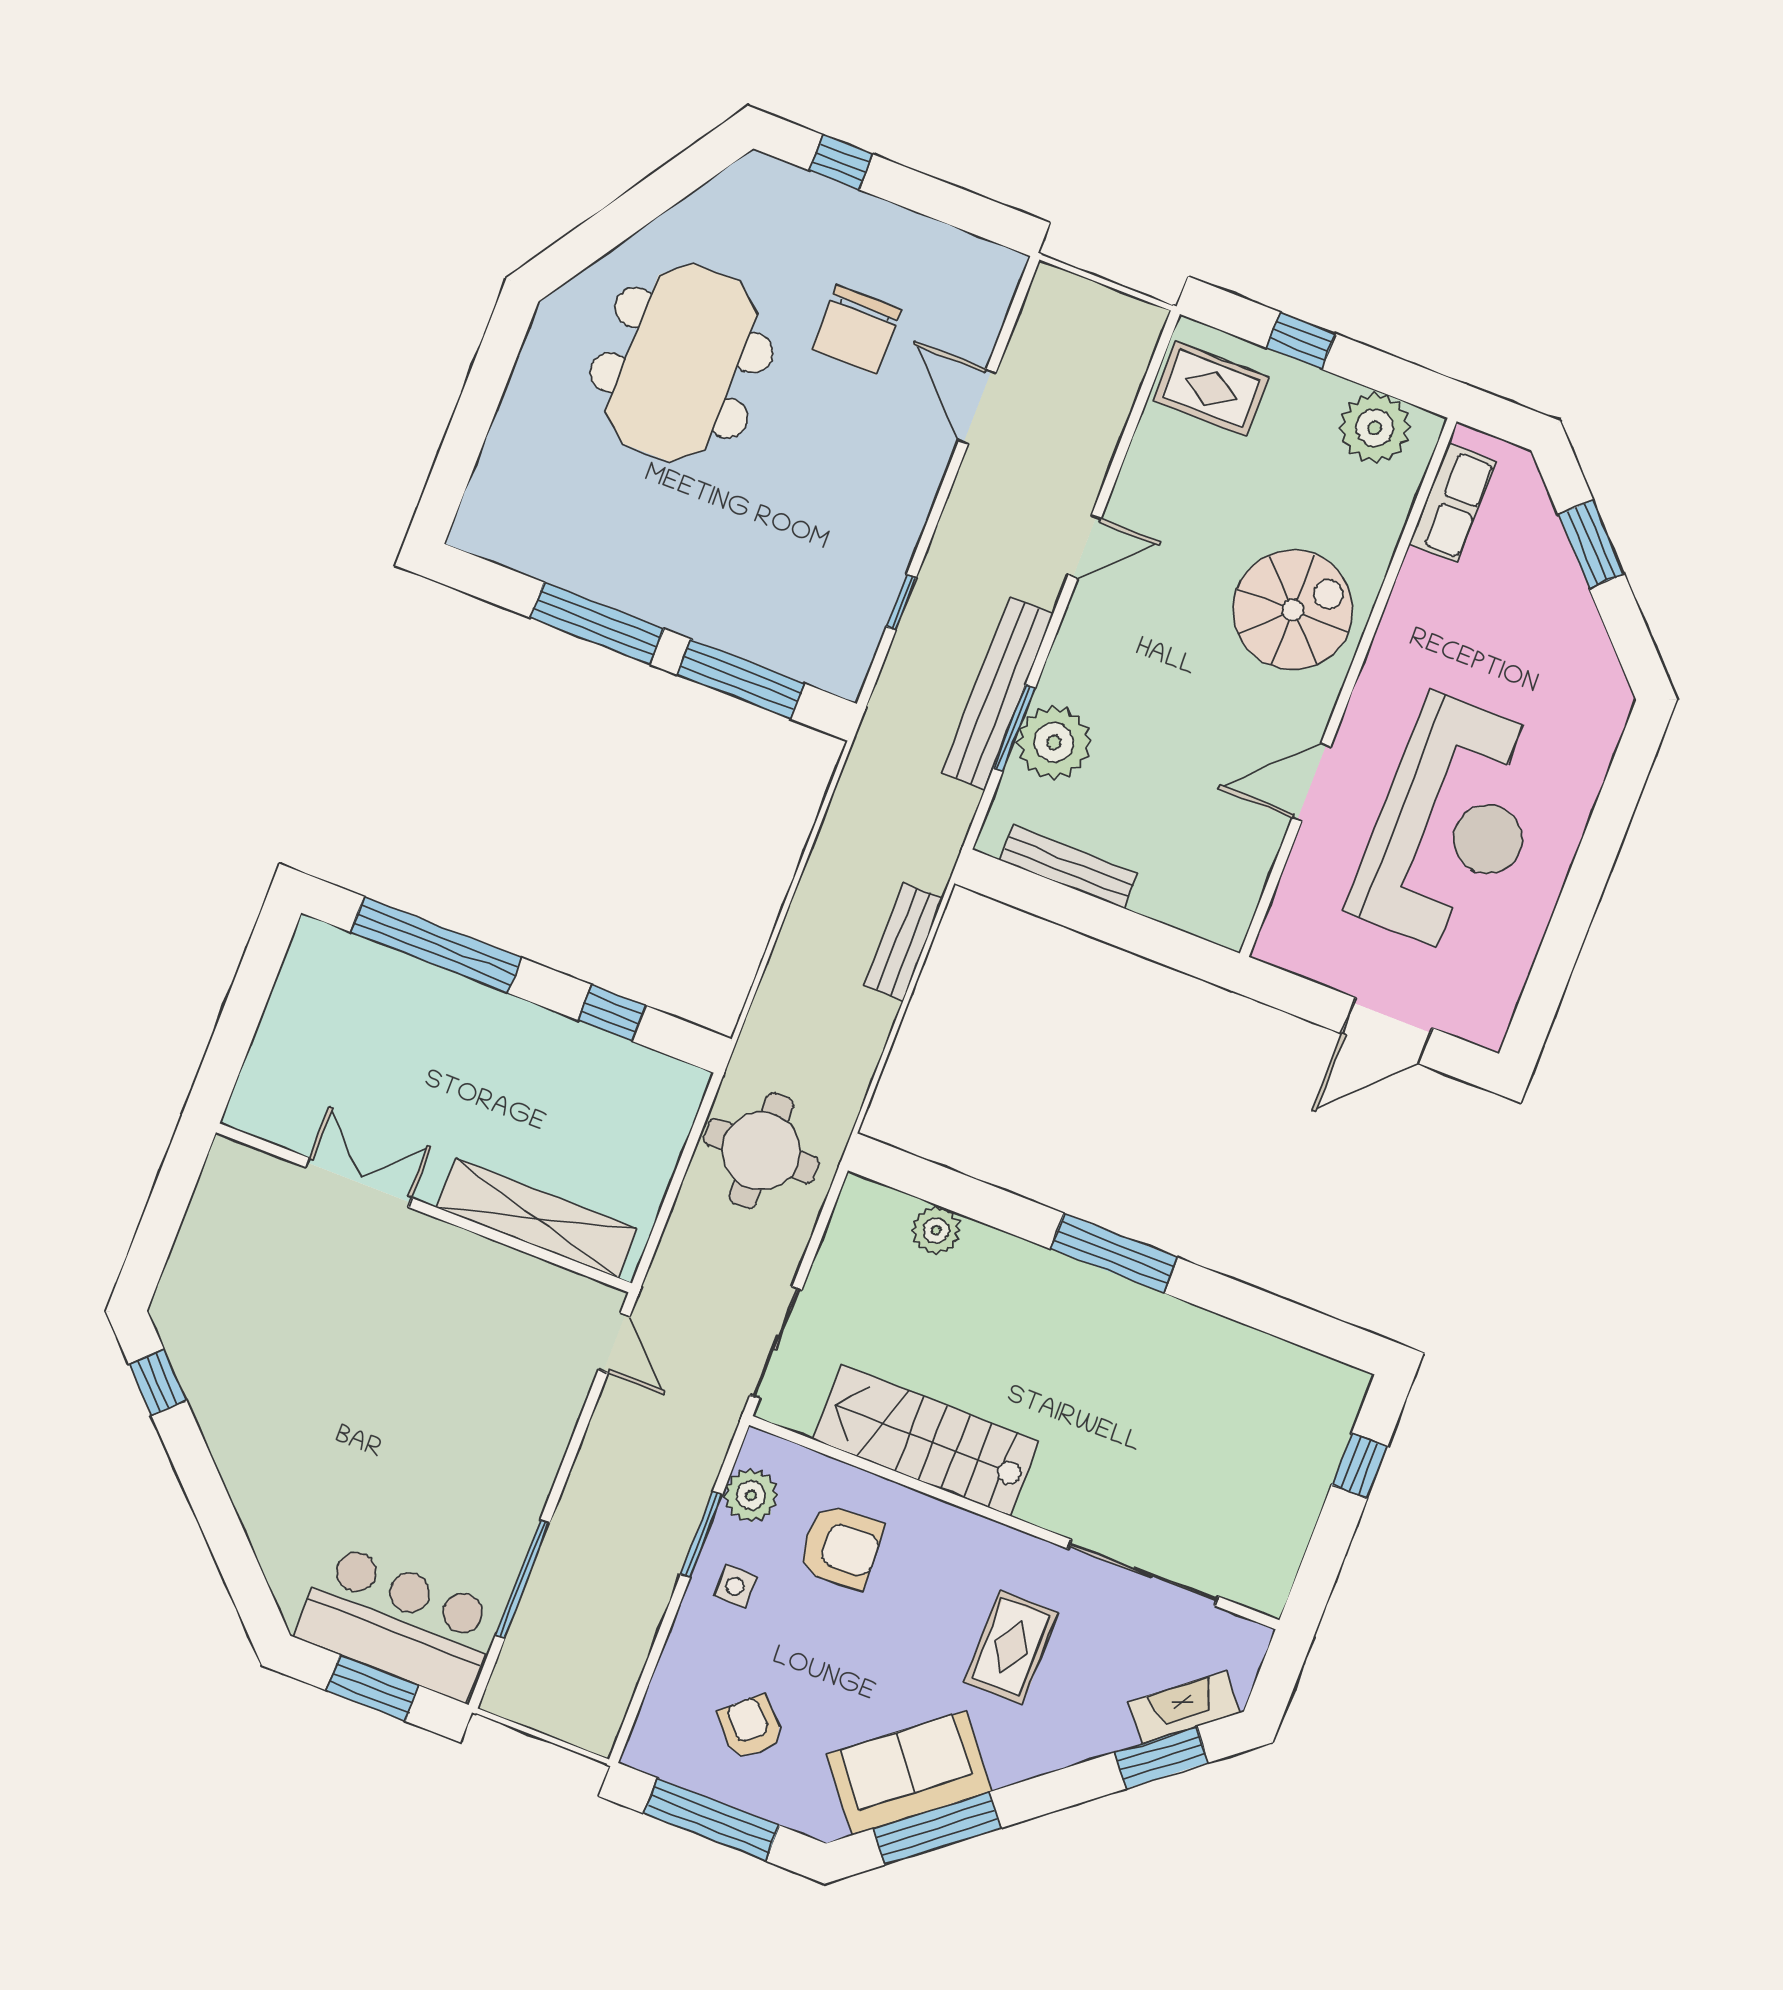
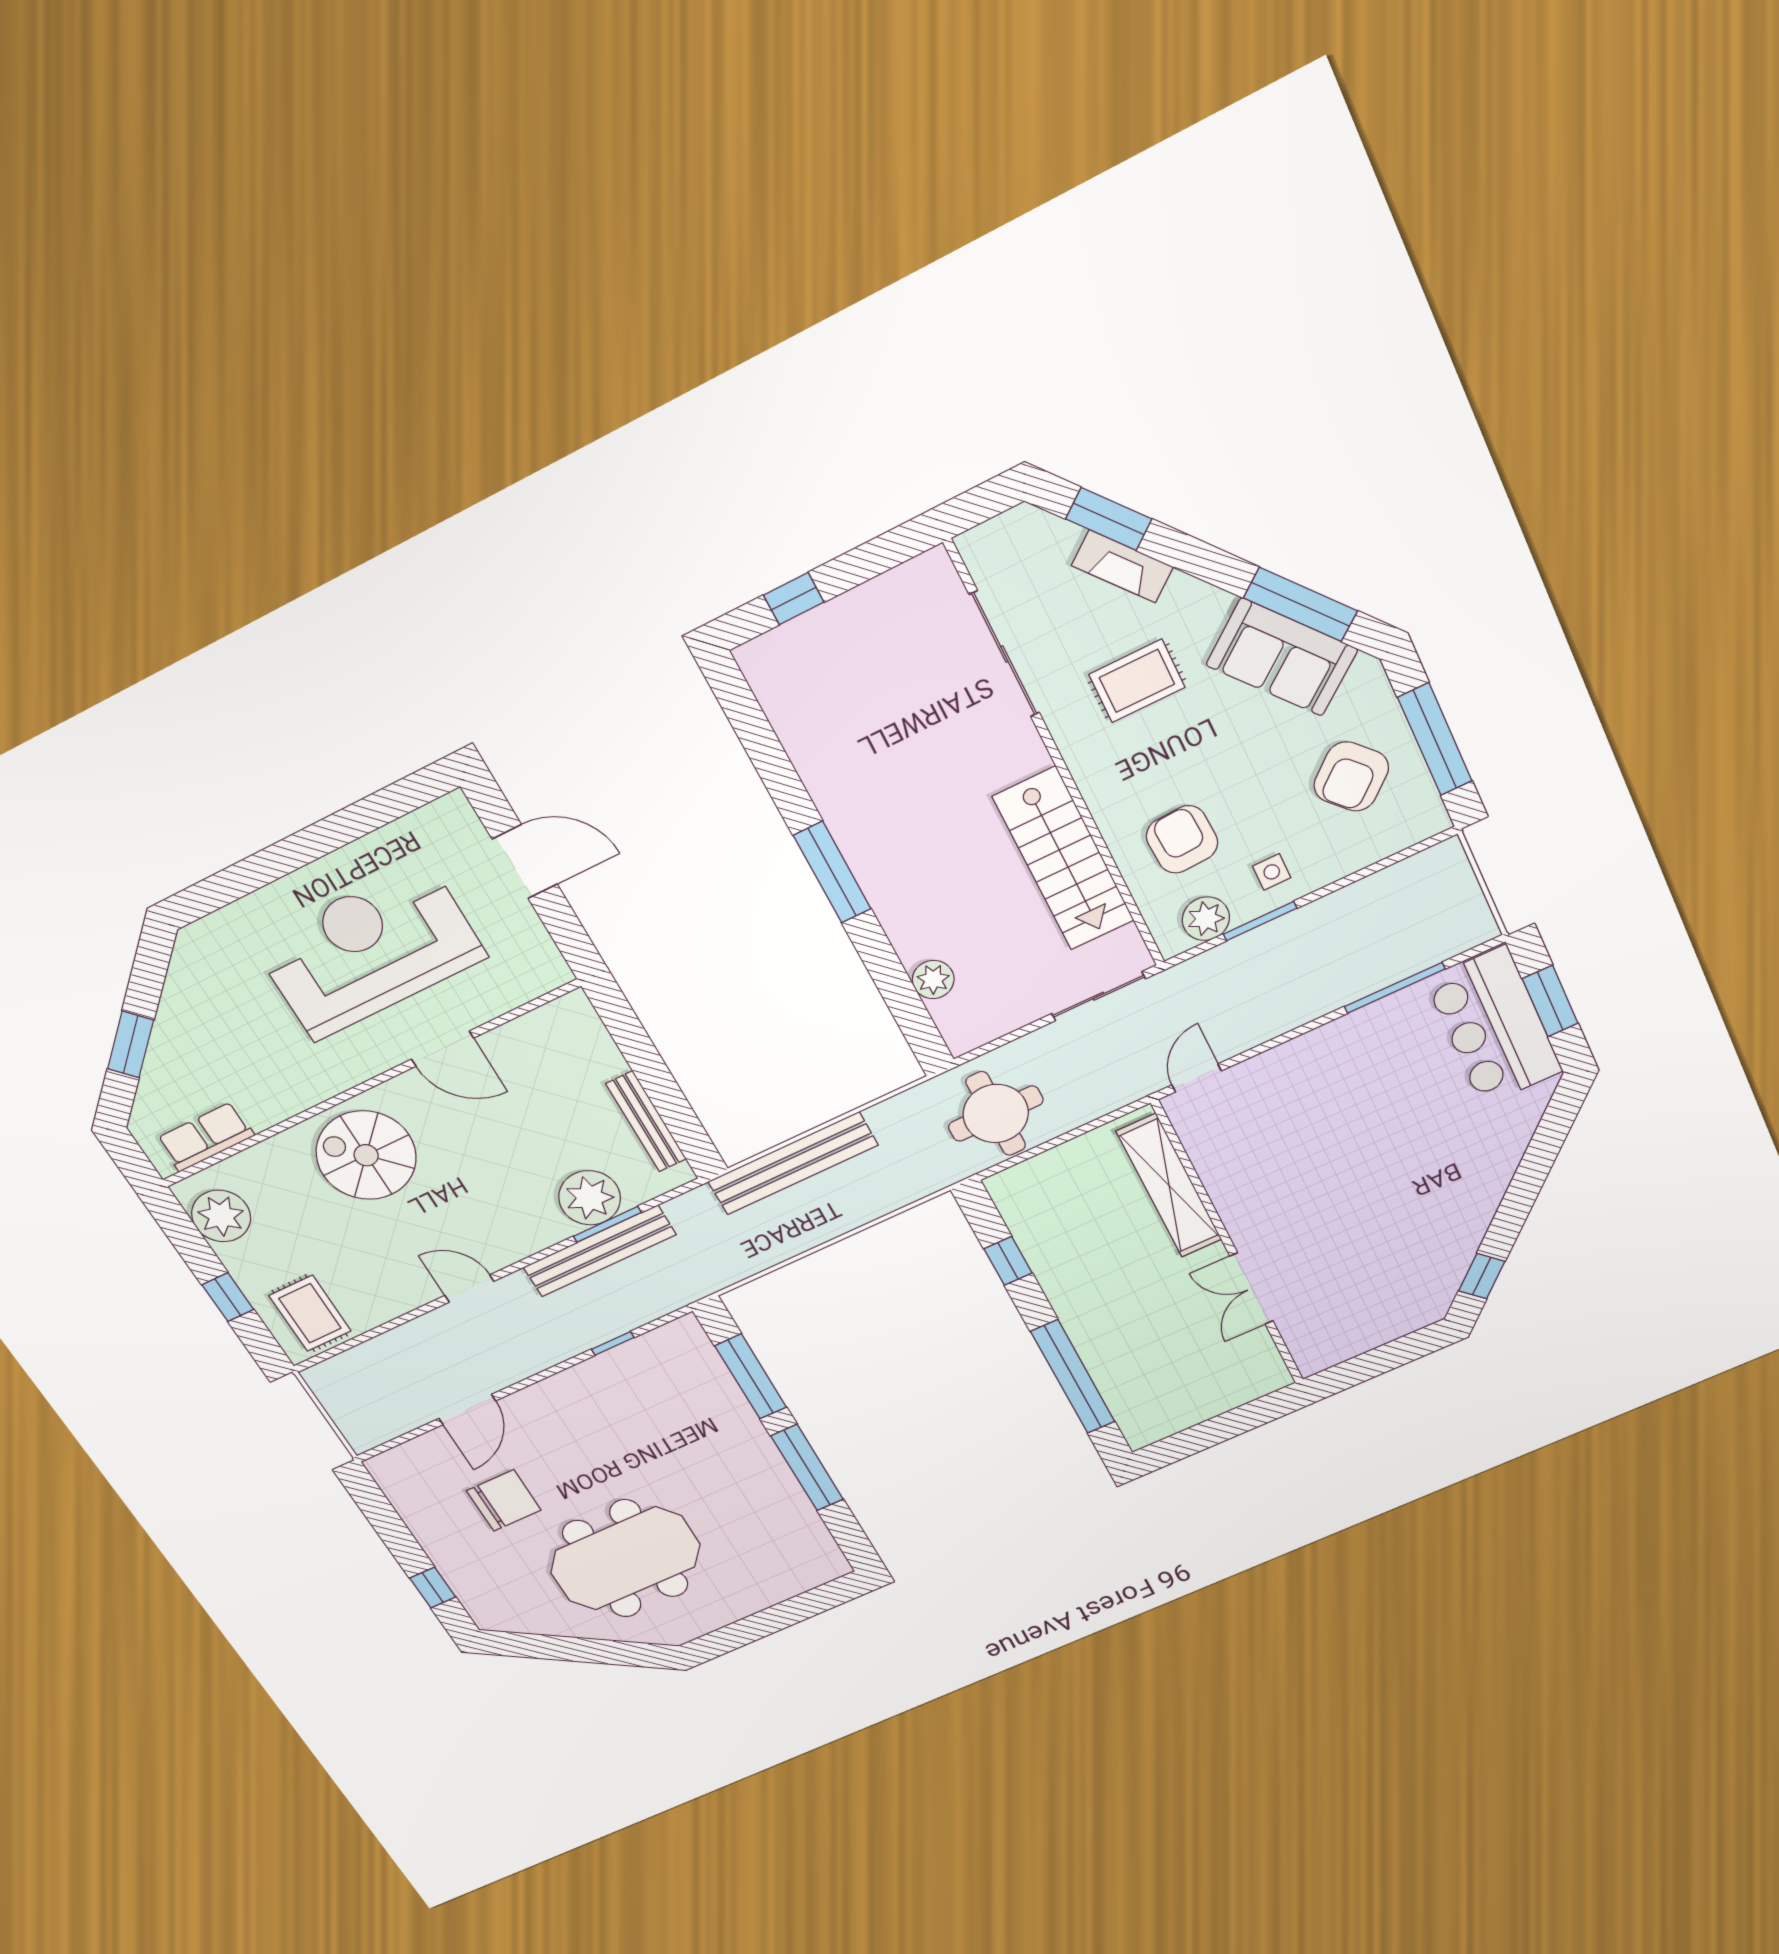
bench: (904, 942) -> (793, 1163), width x1.86, depth x1.21
fireplace: (1184, 1708) -> (1122, 566), moved
armchair: (750, 1727) -> (1351, 777), width x1.38, depth x1.38

